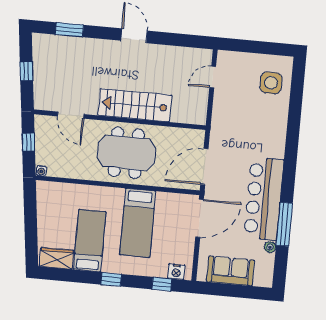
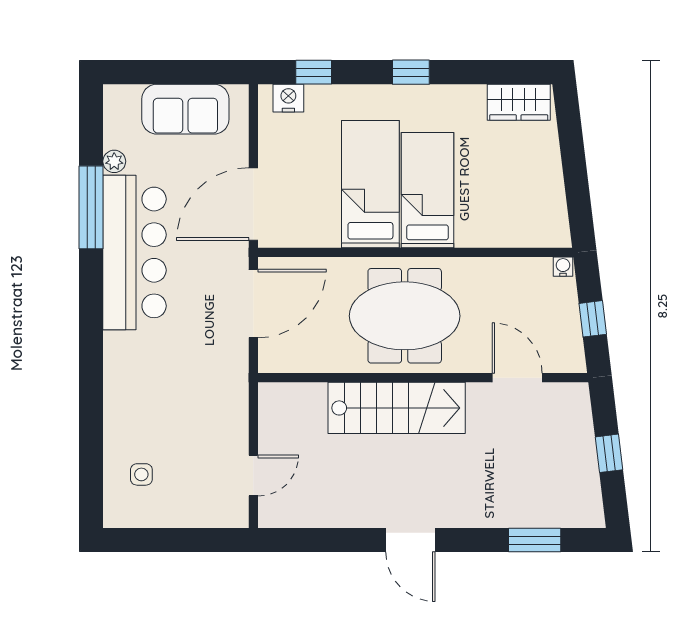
side table: (271, 83) -> (141, 474), width x0.54, depth x0.54
bed: (90, 241) -> (428, 190), moved, turned 180

